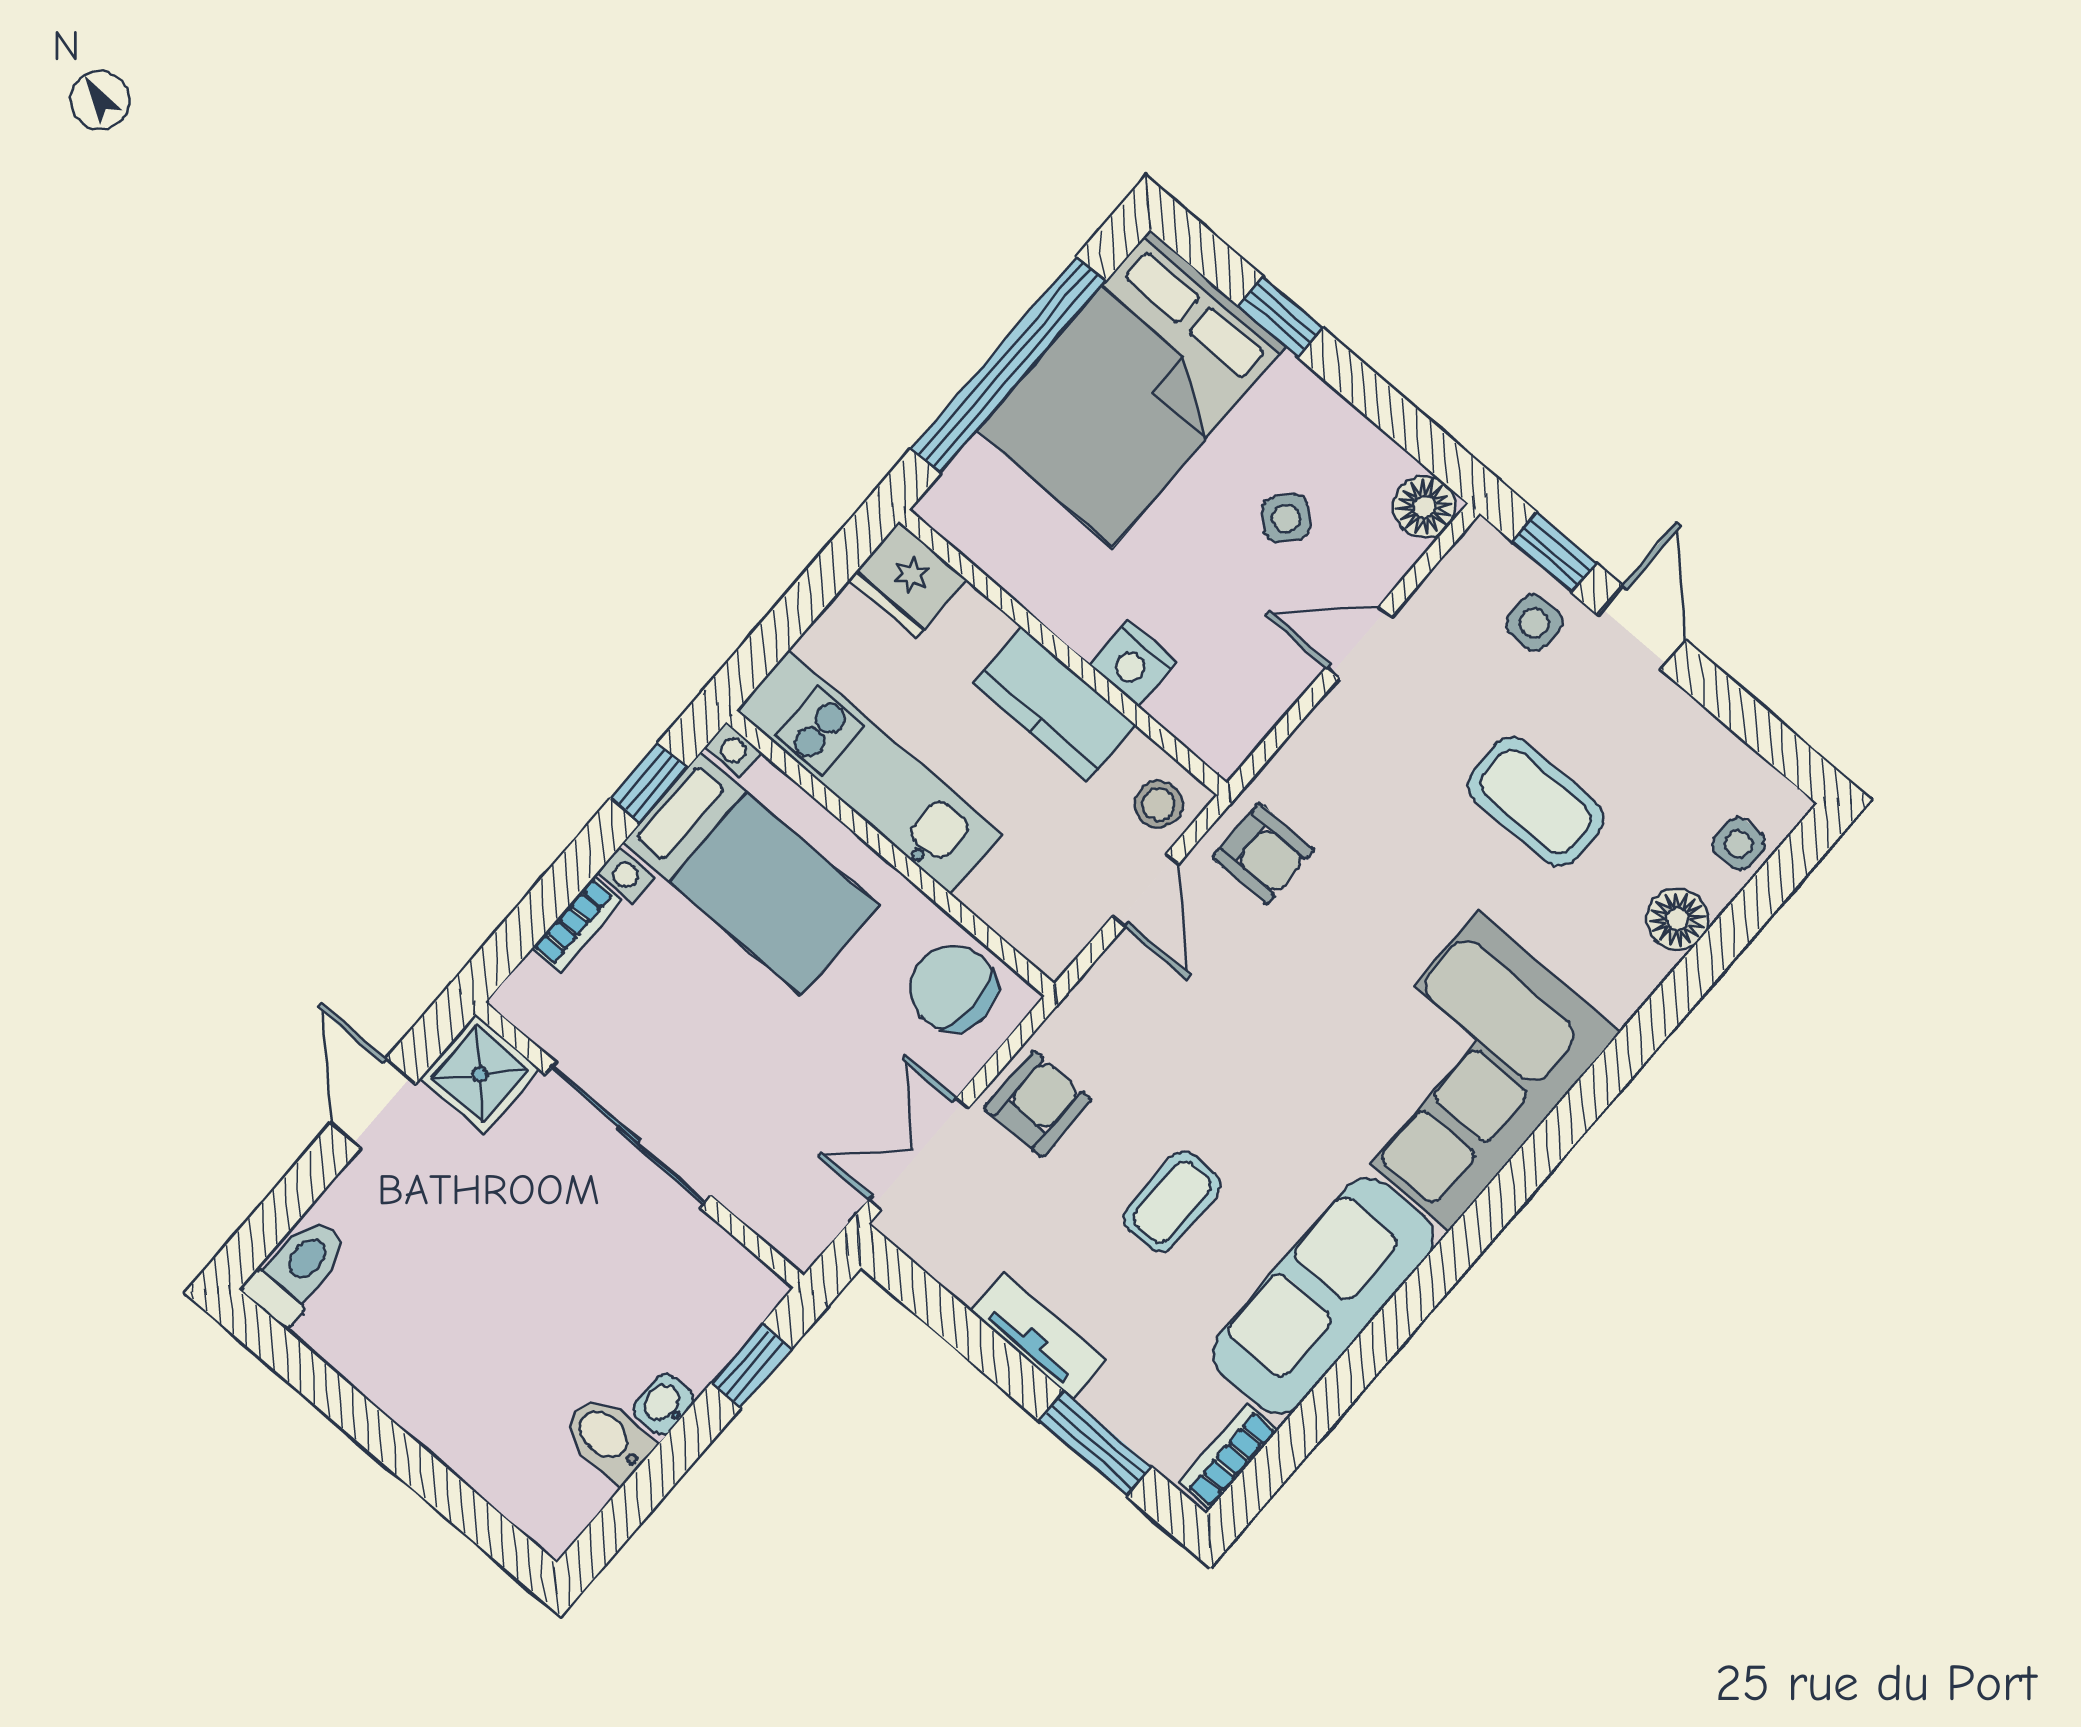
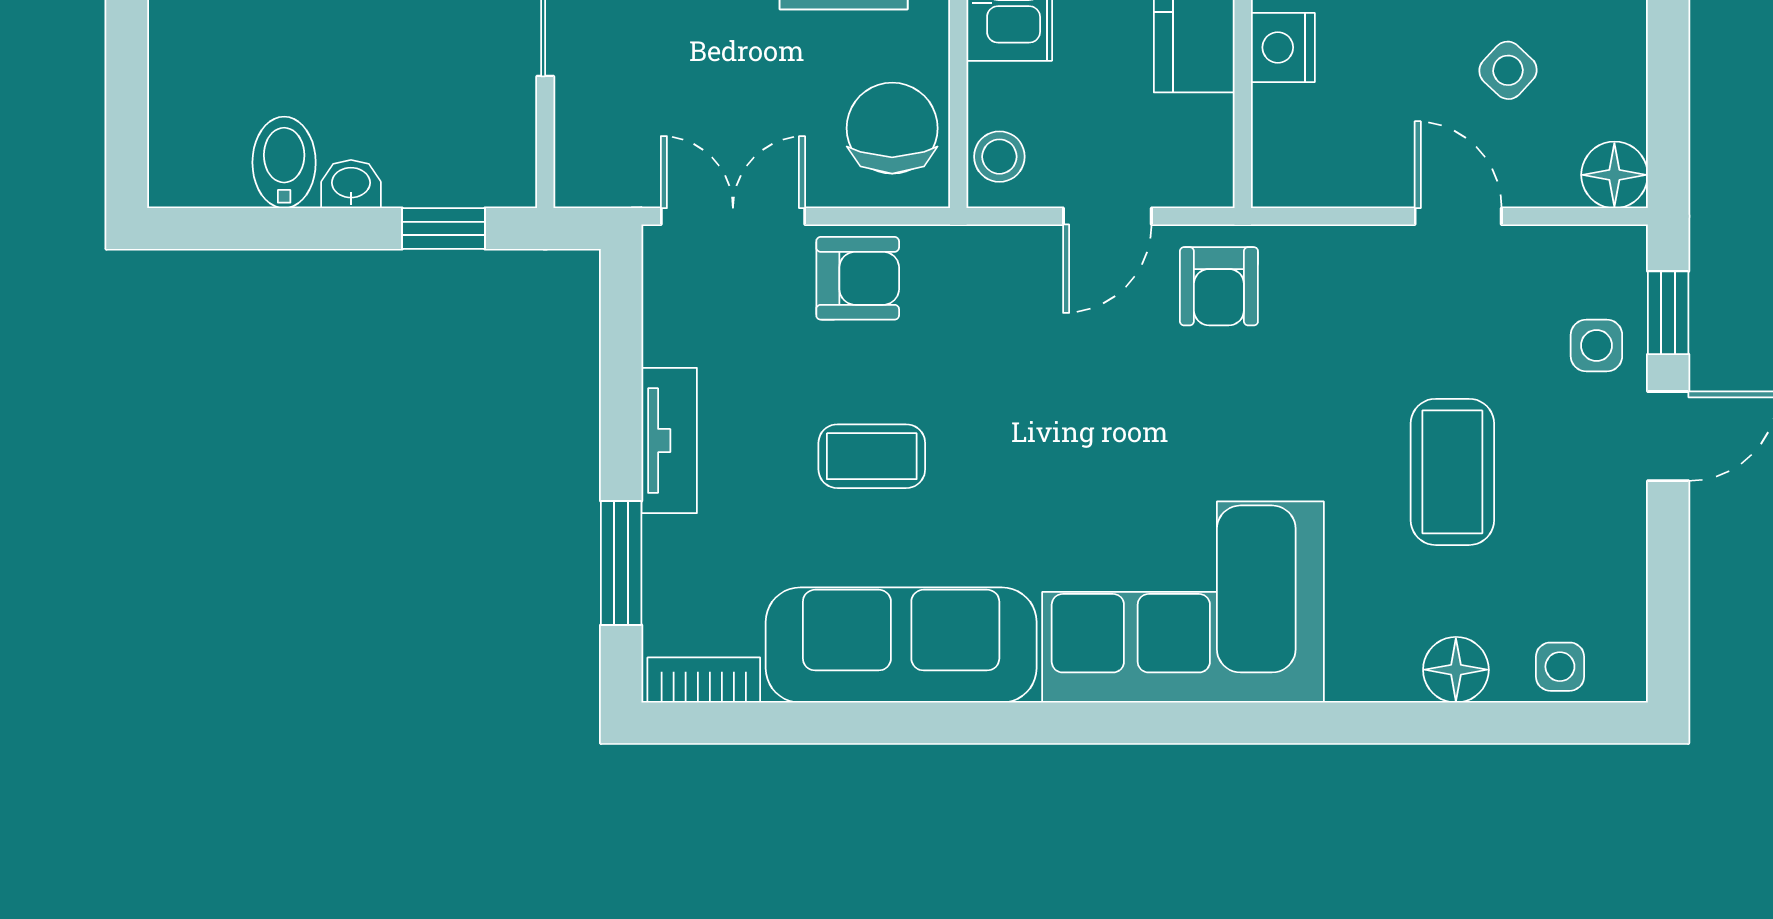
stool: (1159, 804) -> (999, 157), moved

